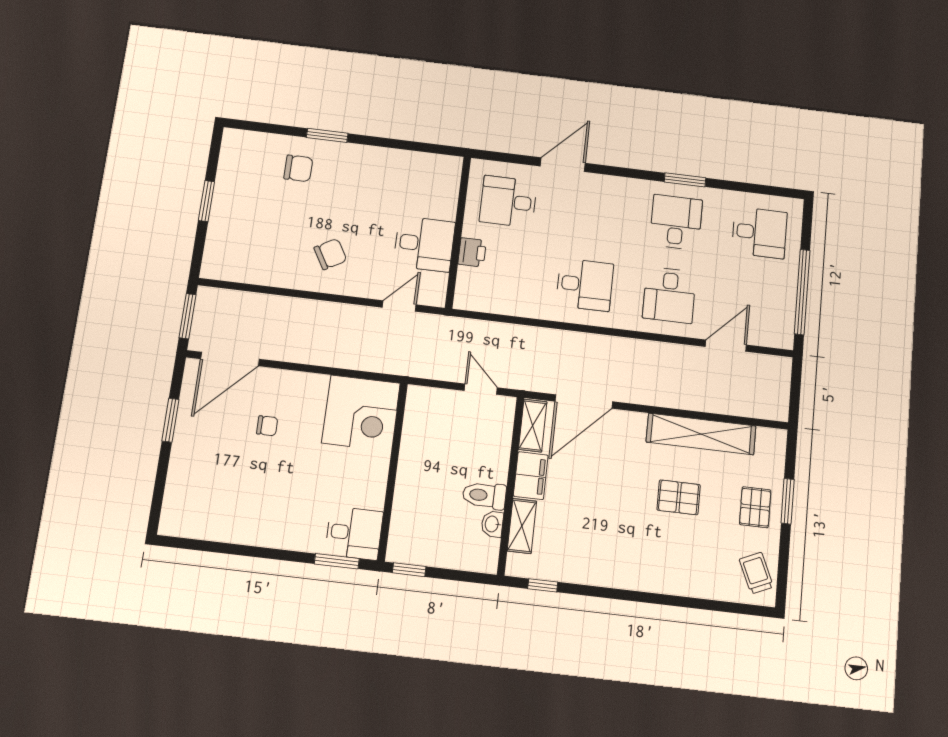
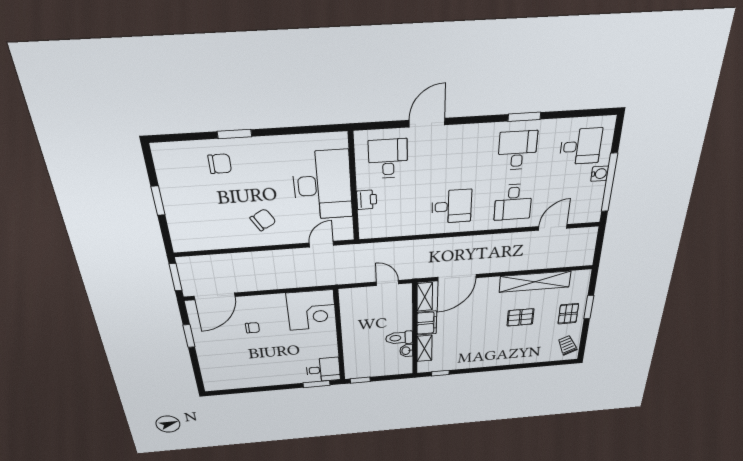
desk: (508, 202) -> (388, 159), turned 90
desk: (424, 244) -> (322, 185), width x1.87, depth x1.30
water cooler: (788, 276) -> (600, 174), added

